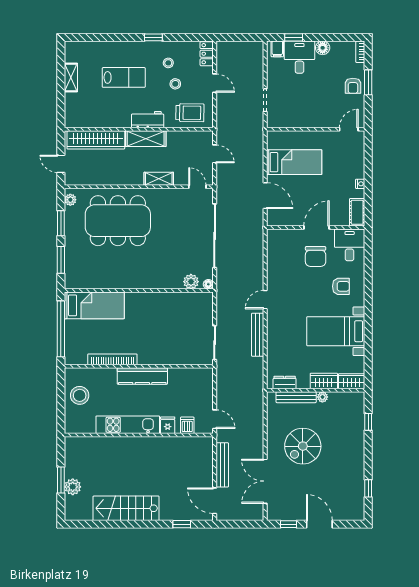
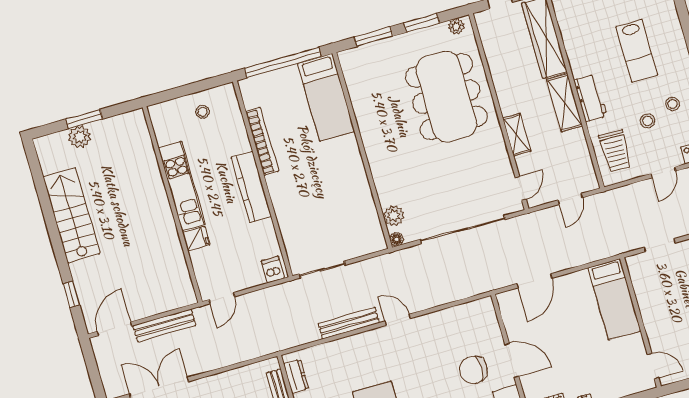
bed: (294, 162) -> (614, 299), moved
stool: (80, 395) -> (202, 112), width x0.53, depth x0.53
dishwasher: (187, 425) -> (273, 270), moved, turned -90

